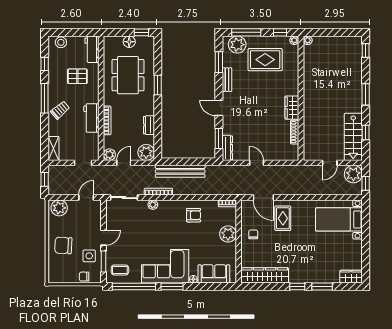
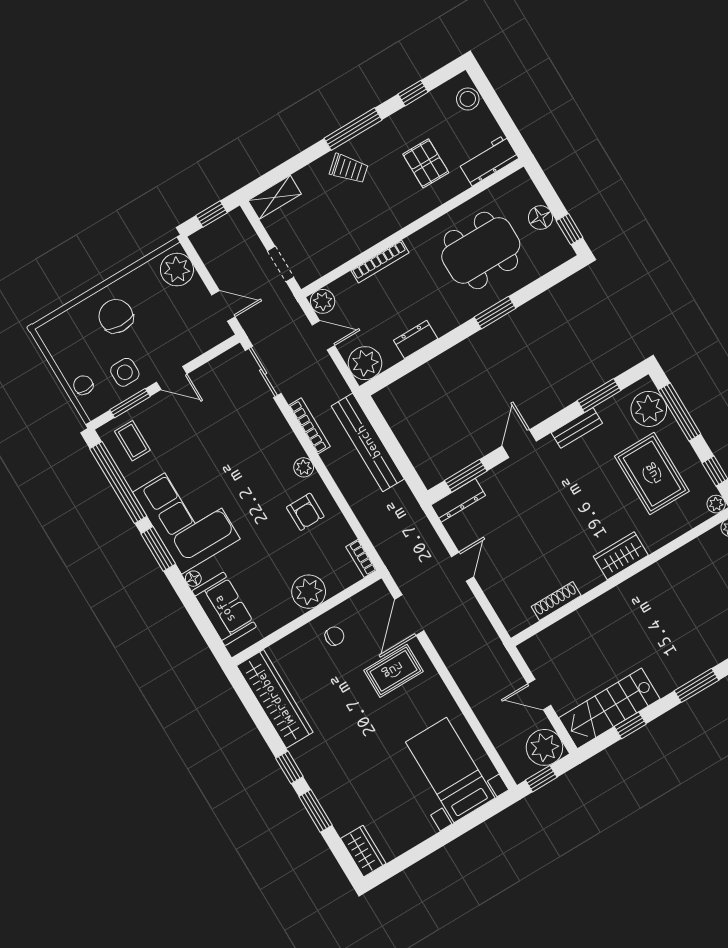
wardrobe: (292, 108) -> (621, 556), moved
workbench: (91, 118) -> (368, 232), removed
plant: (153, 205) -> (304, 467), moved

